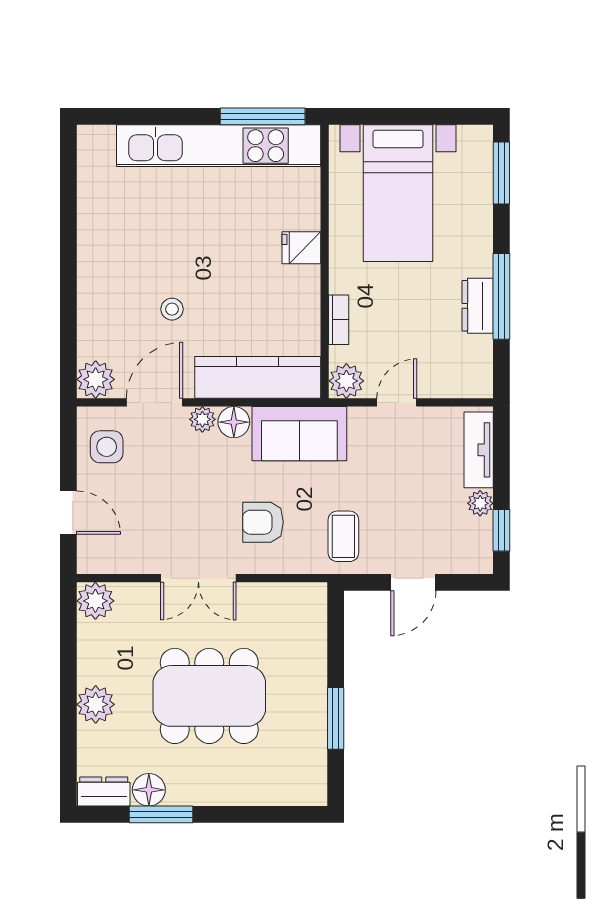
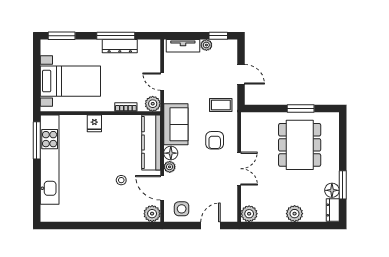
dresser: (478, 306) -> (120, 46), width x1.44
dining table: (209, 696) -> (300, 145), moved

